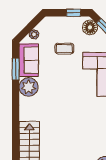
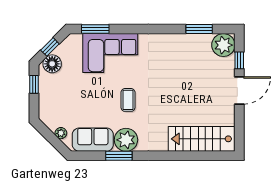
coffee table: (64, 49) -> (128, 100), moved
window: (16, 69) -> (119, 156), moved

